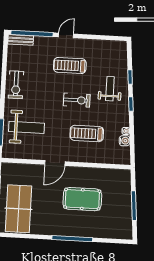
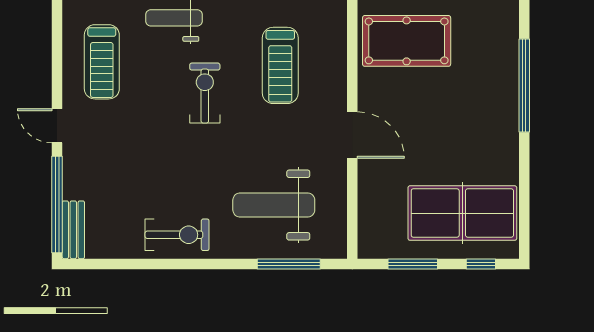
treadmill: (70, 65) -> (102, 62), moved
weight bench: (26, 127) -> (274, 205), turned -90
pool table: (82, 199) -> (407, 41), moved, turned 90

